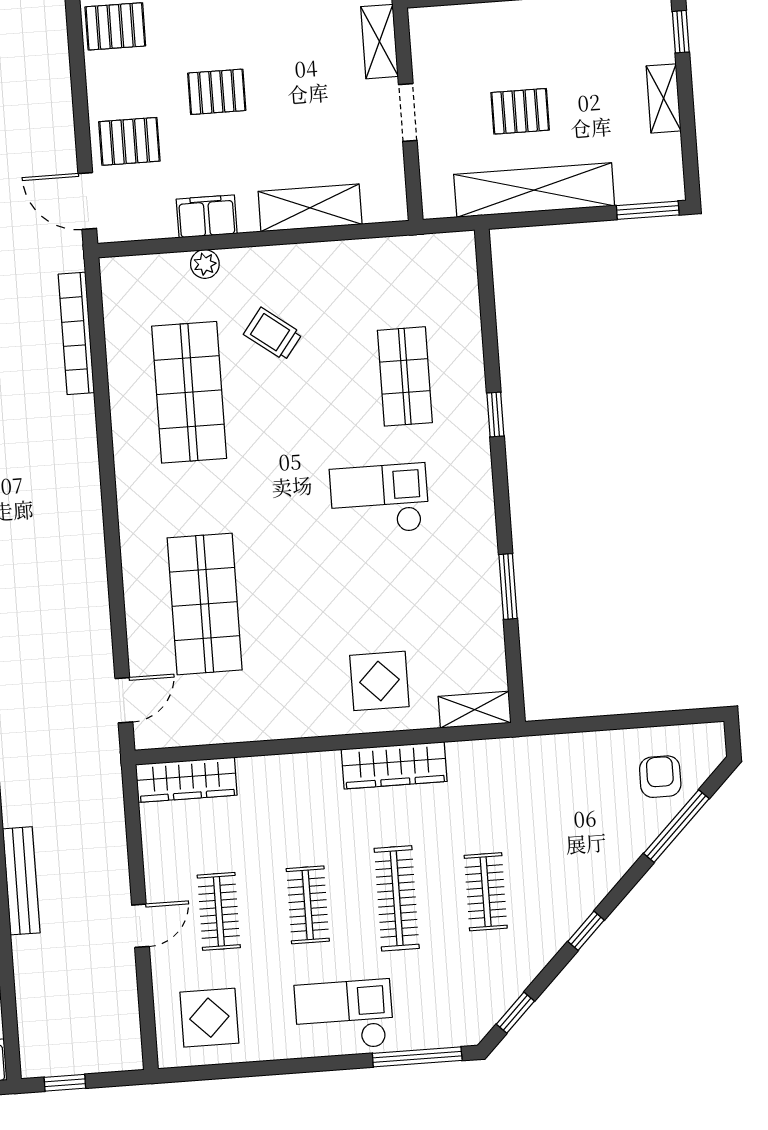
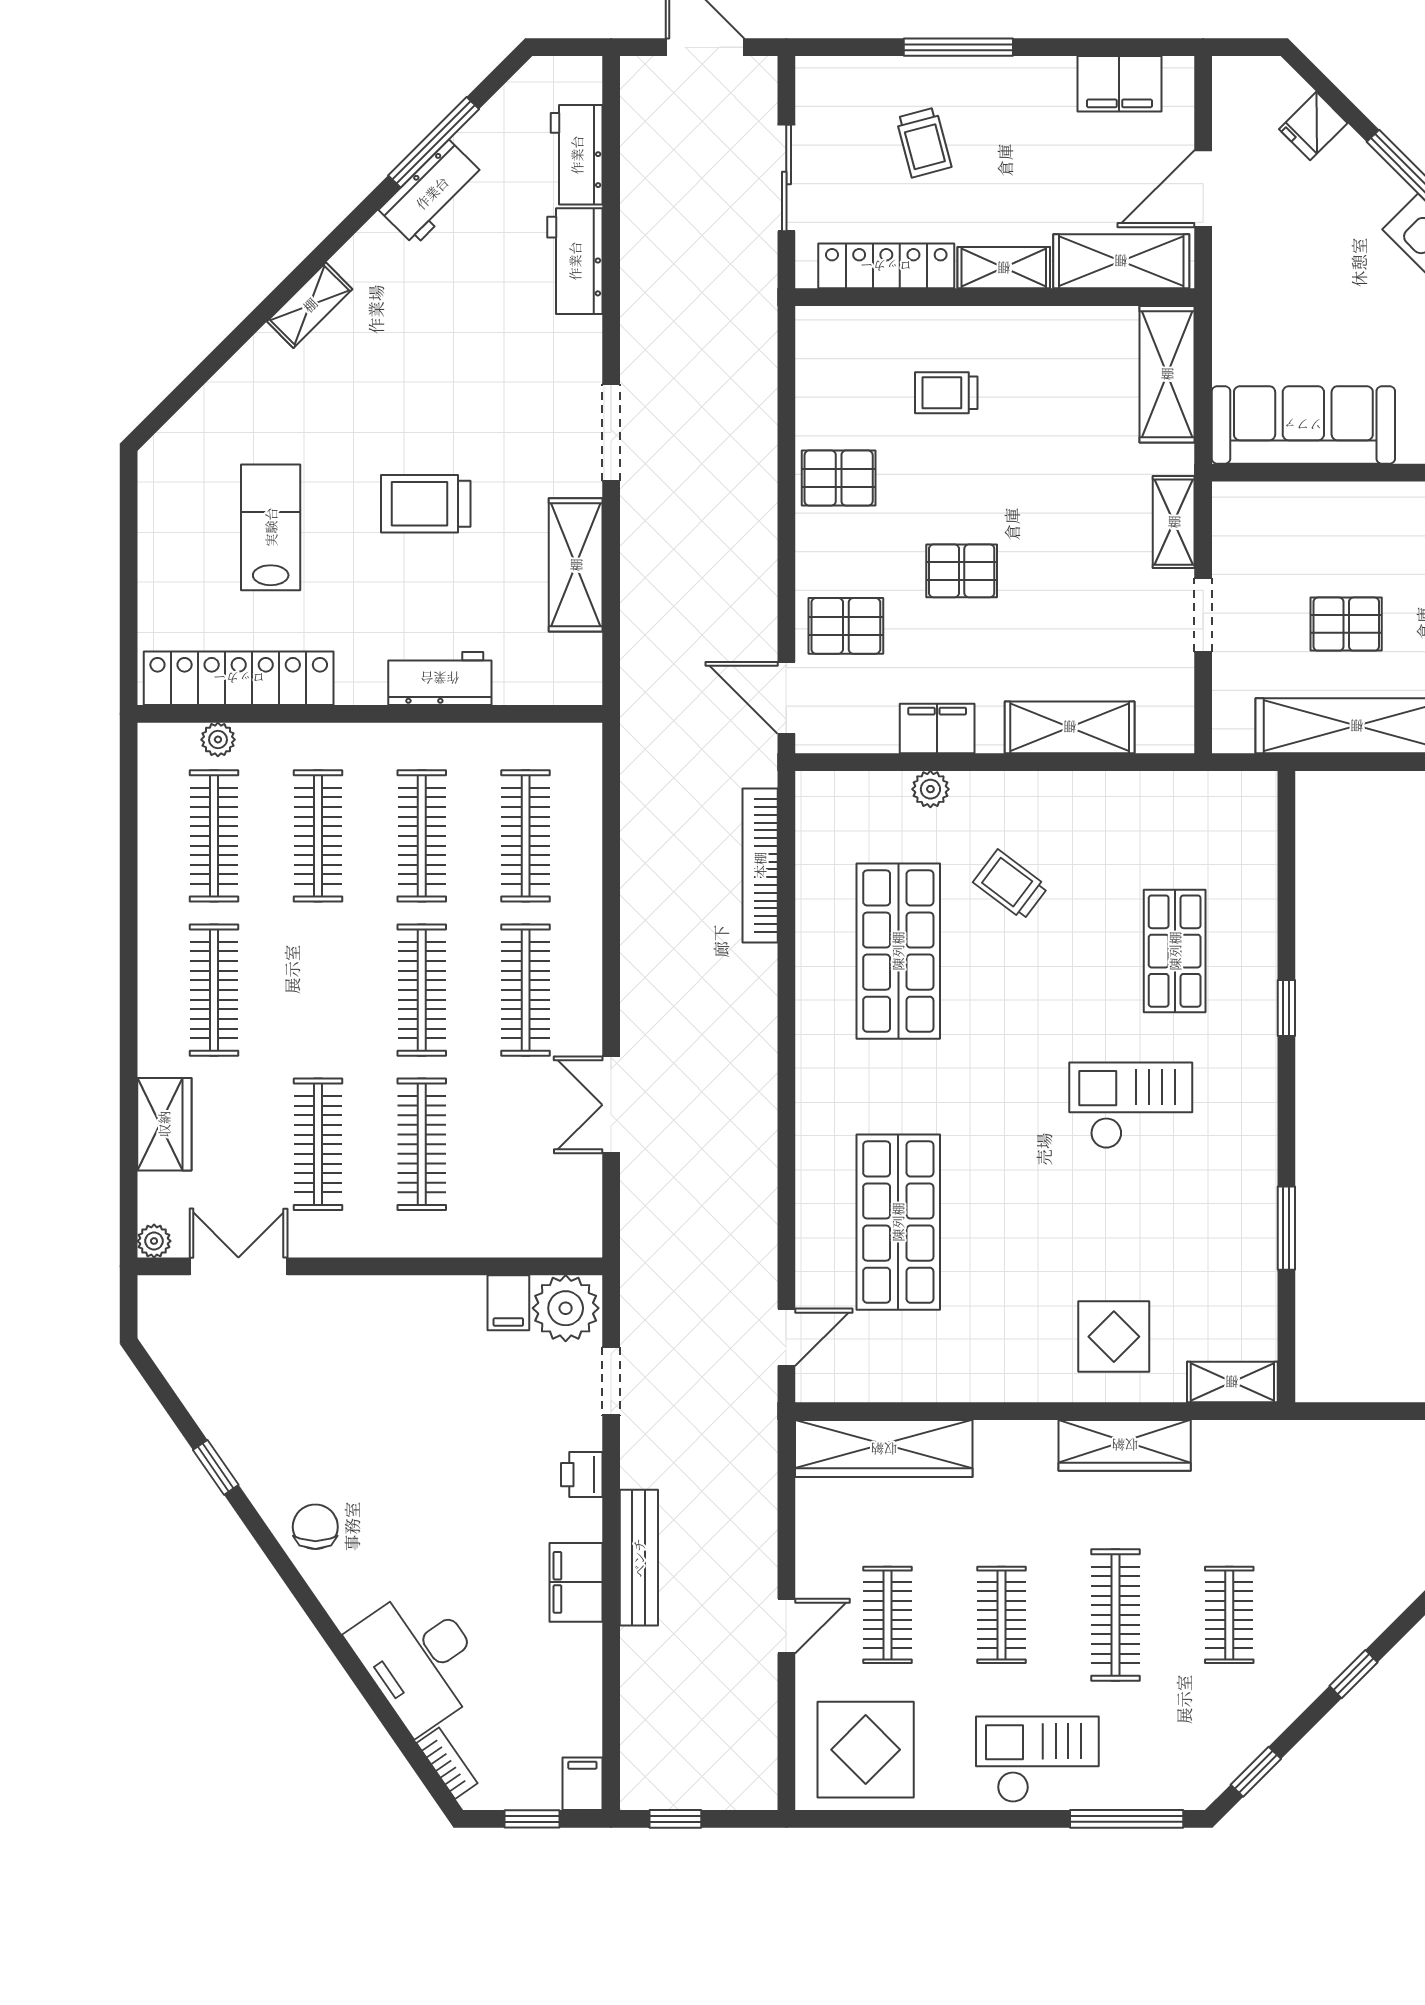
wardrobe: (186, 780) -> (884, 1449), width x1.40, depth x1.17
display table: (209, 1018) -> (866, 1750), width x1.36, depth x1.36

